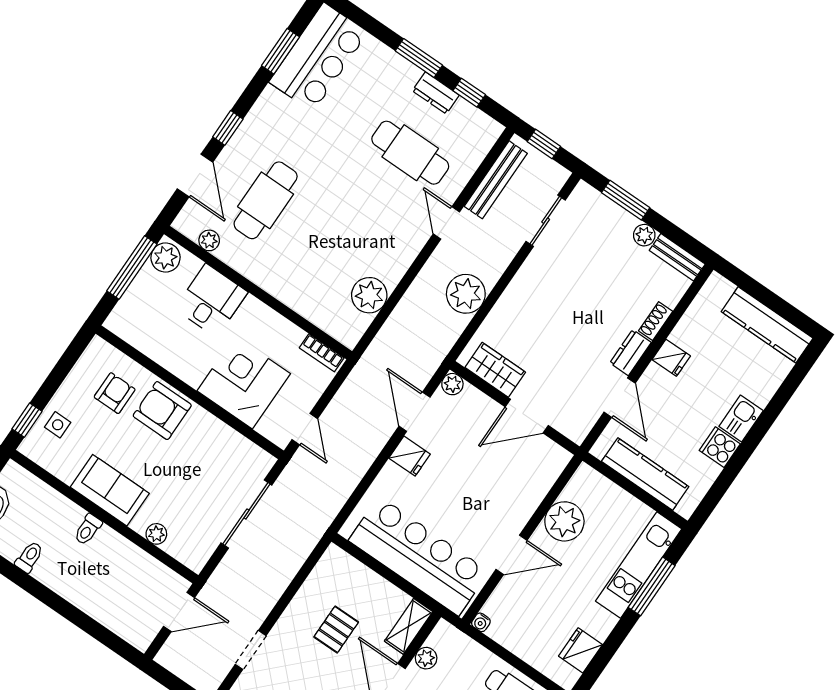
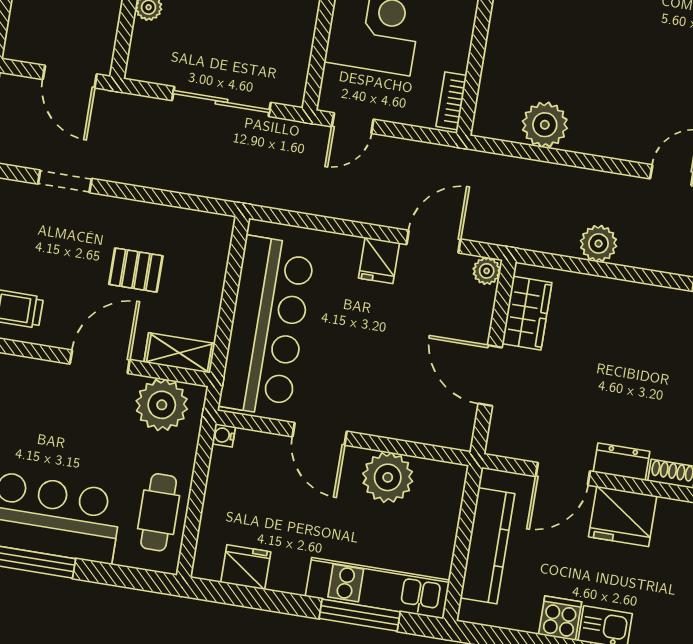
plant: (466, 294) -> (599, 244), width x0.73, depth x0.73
fridge: (671, 358) -> (623, 516), width x1.88, depth x1.34
plant: (426, 658) -> (162, 405), width x1.88, depth x1.88

